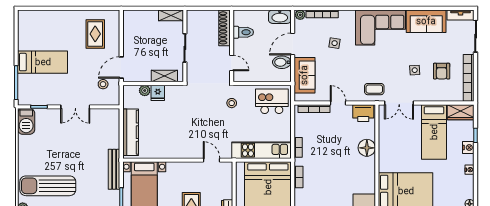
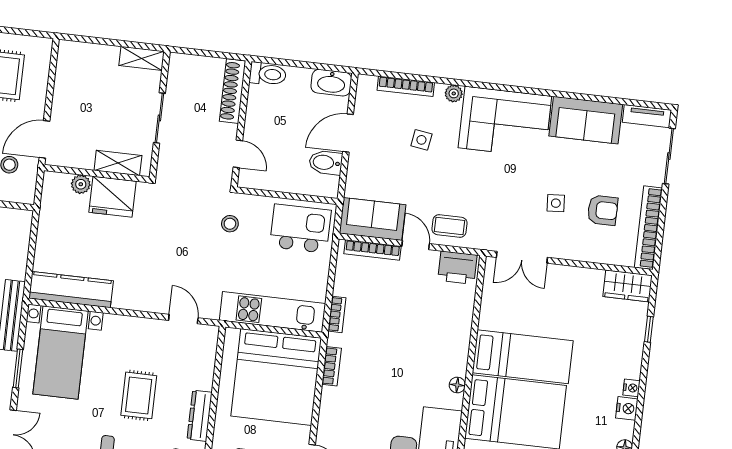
plant: (300, 15) -> (454, 93), moved
toilet: (243, 32) -> (268, 74), moved
armchair: (442, 71) -> (603, 210), turned -90
sofa: (304, 75) -> (372, 219), moved, turned -90
coffee table: (374, 89) -> (450, 226), moved
fridge: (158, 93) -> (113, 197), width x1.88, depth x1.34
kitchen counter: (131, 132) -> (71, 290), moved, turned -90
bed: (434, 132) -> (523, 357), moved, turned -90
floor lamp: (367, 148) -> (457, 385), moved, width x0.53, depth x0.53
nightstand: (468, 148) -> (627, 408), moved

